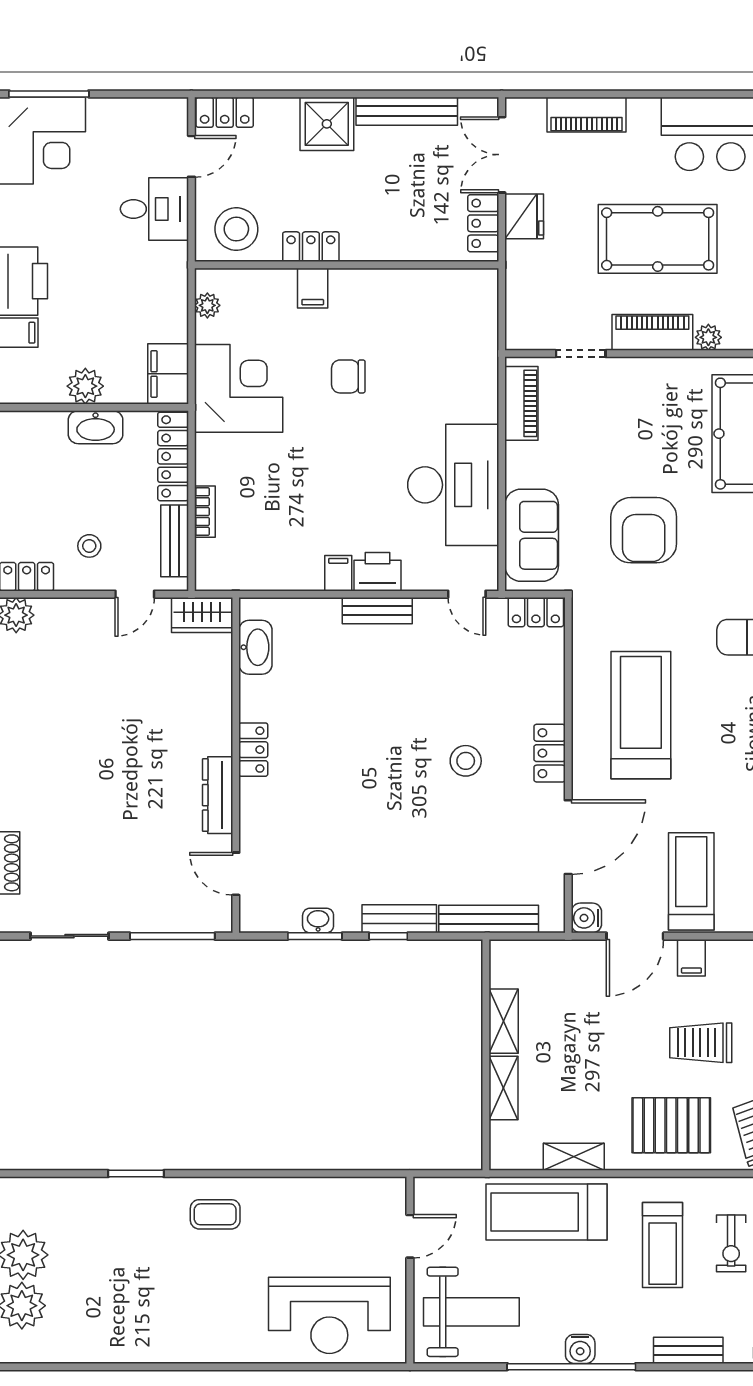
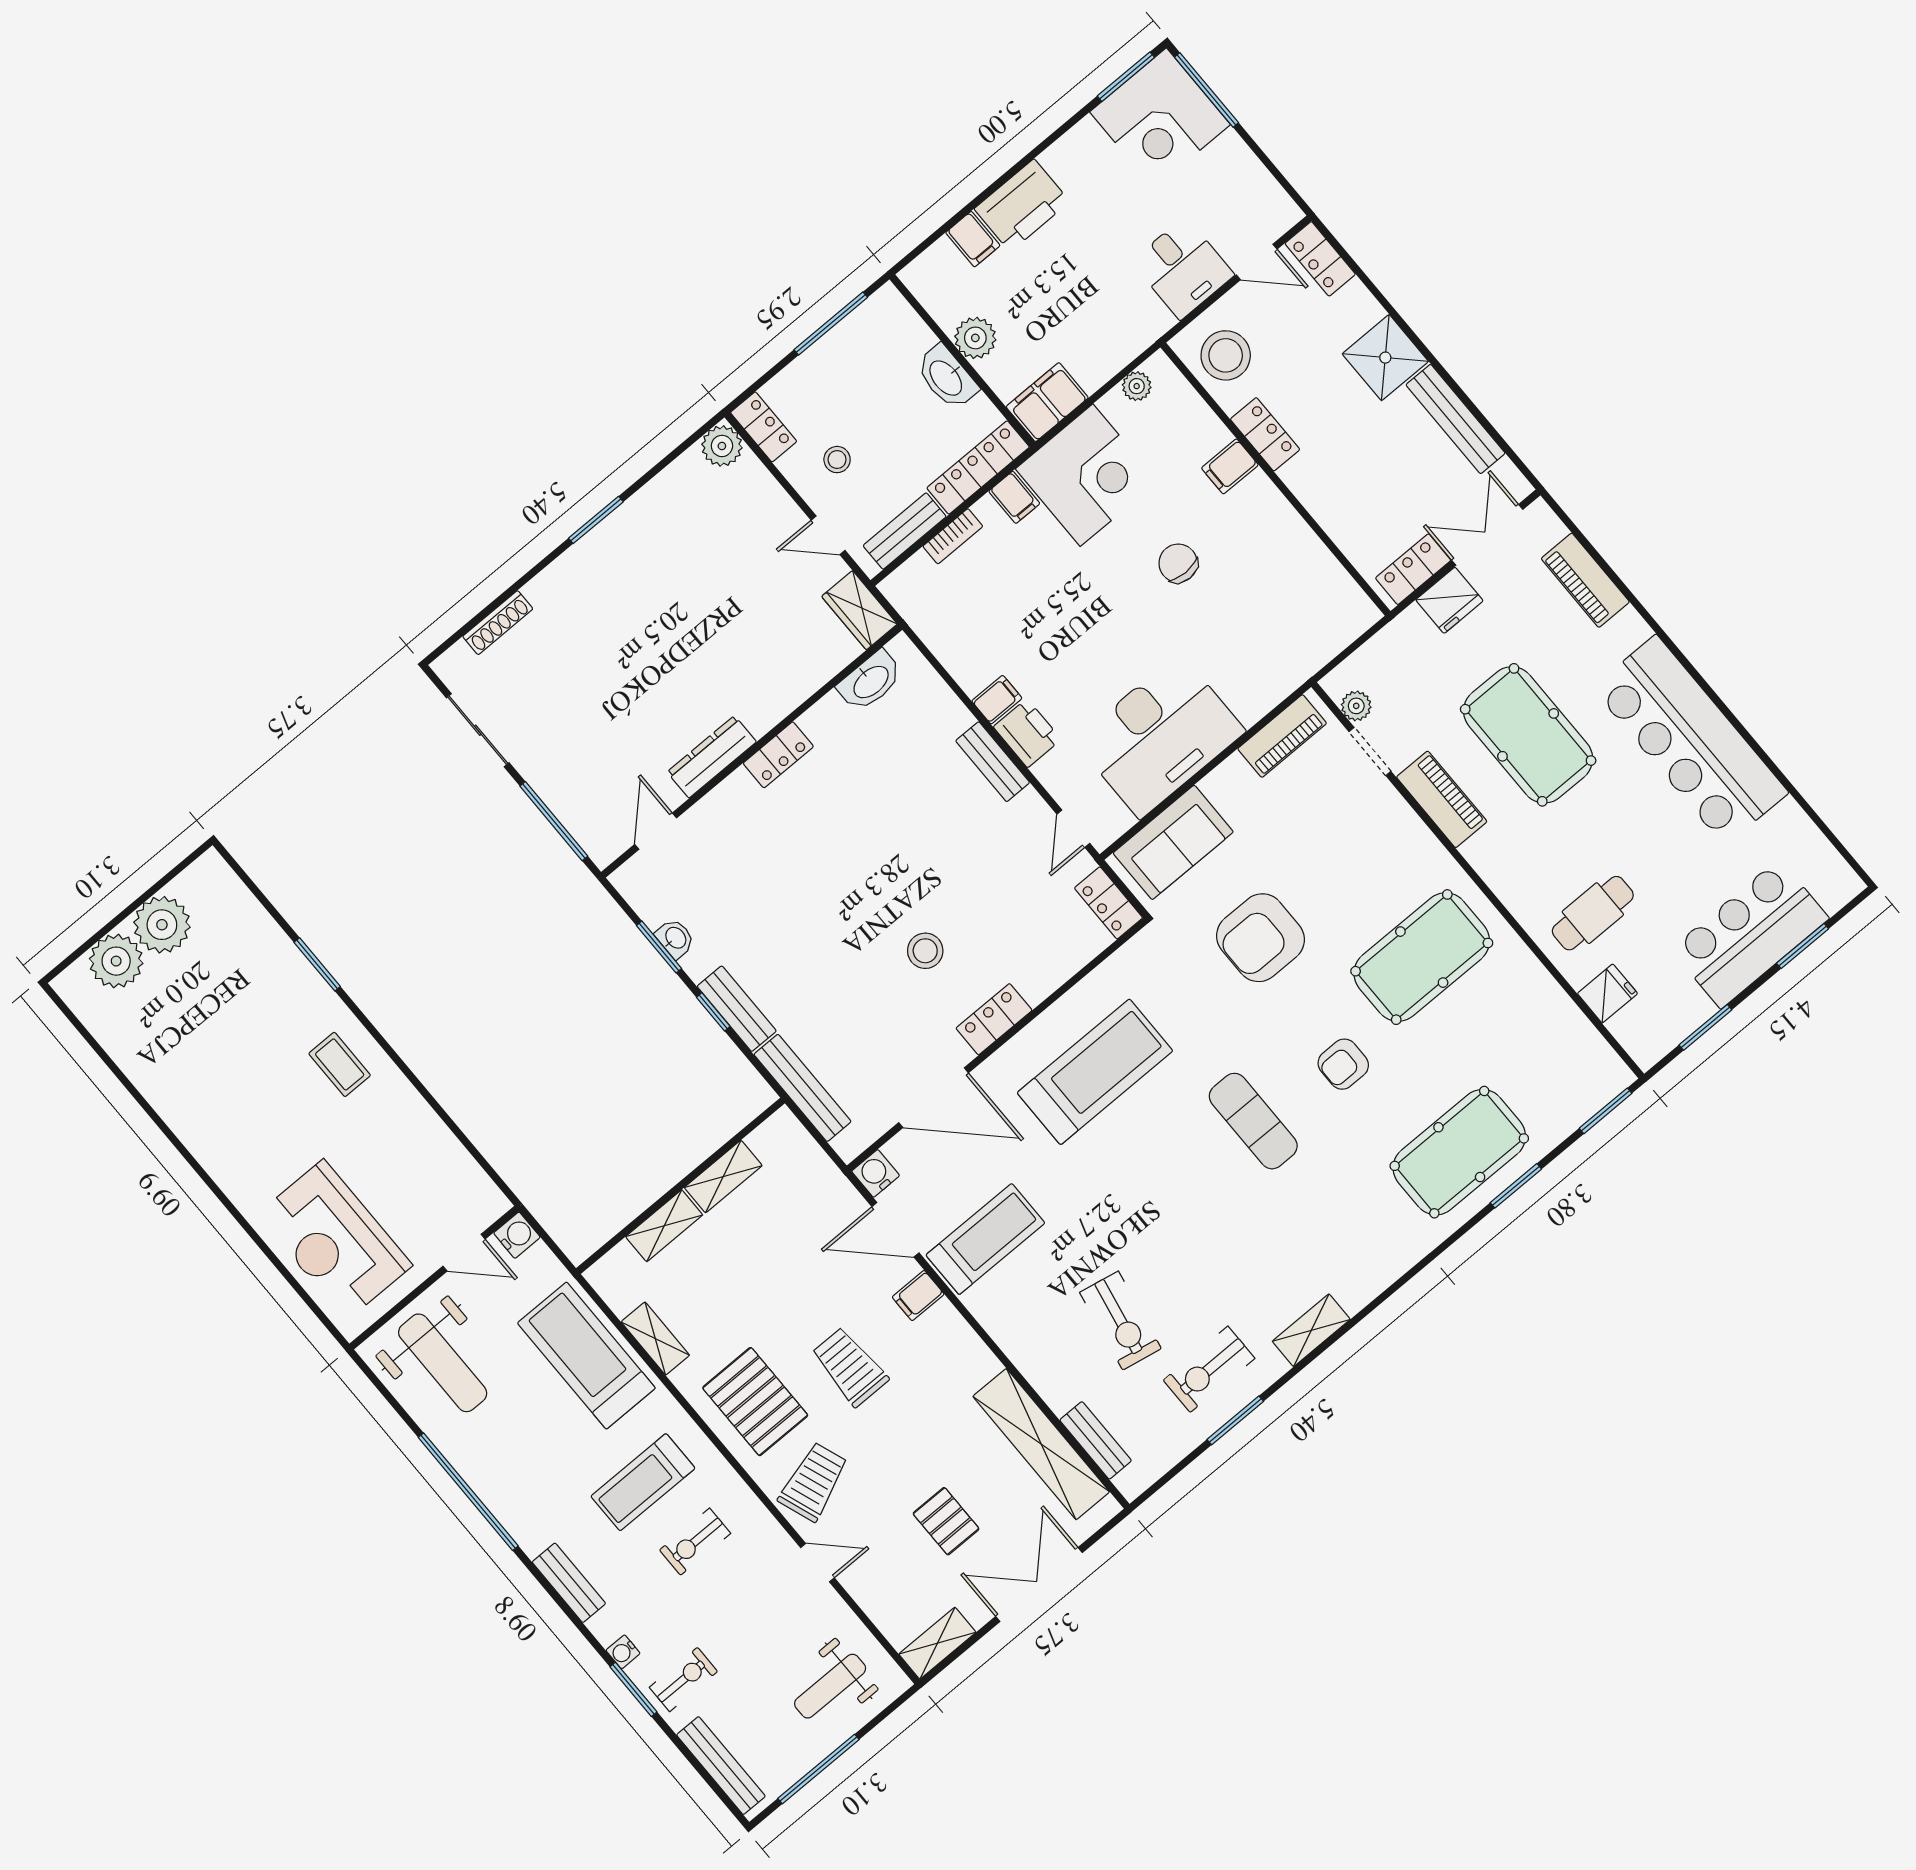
plant: (708, 337) -> (1356, 706), moved
filing cabinet: (213, 449) -> (1014, 497), added
water cooler: (580, 1349) -> (517, 1235), moved, turned 180

